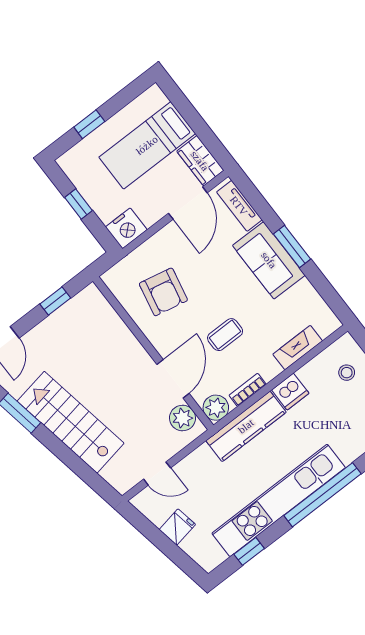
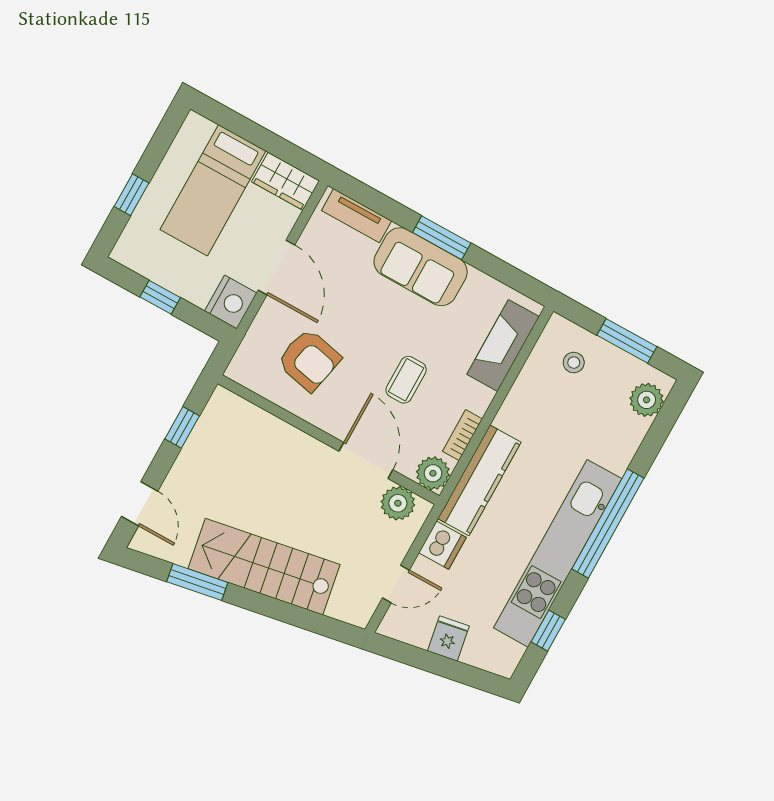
door: (188, 203) -> (277, 267), moved
fireplace: (298, 348) -> (503, 345), width x1.37, depth x1.32
dishwasher: (290, 392) -> (443, 545), moved

